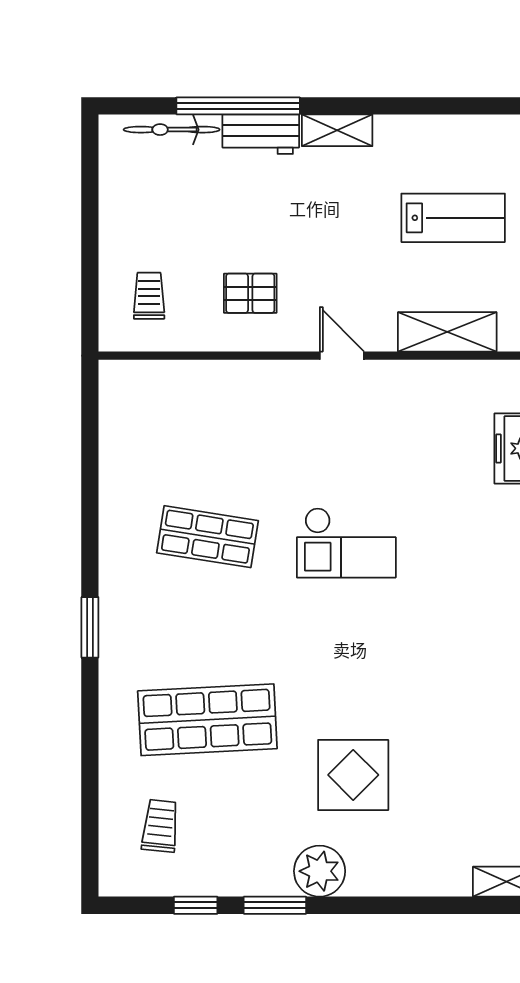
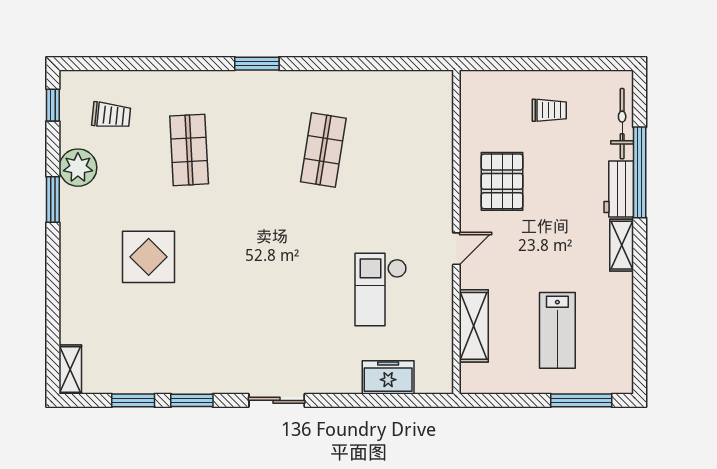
pallet: (250, 293) -> (502, 181), width x1.50, depth x1.42
trolley: (149, 296) -> (549, 110), moved
checkout: (346, 543) -> (381, 289), moved
shop shelf: (207, 720) -> (189, 150), width x0.70, depth x0.74
plant: (320, 871) -> (78, 168), moved
window: (196, 905) -> (53, 105), moved

